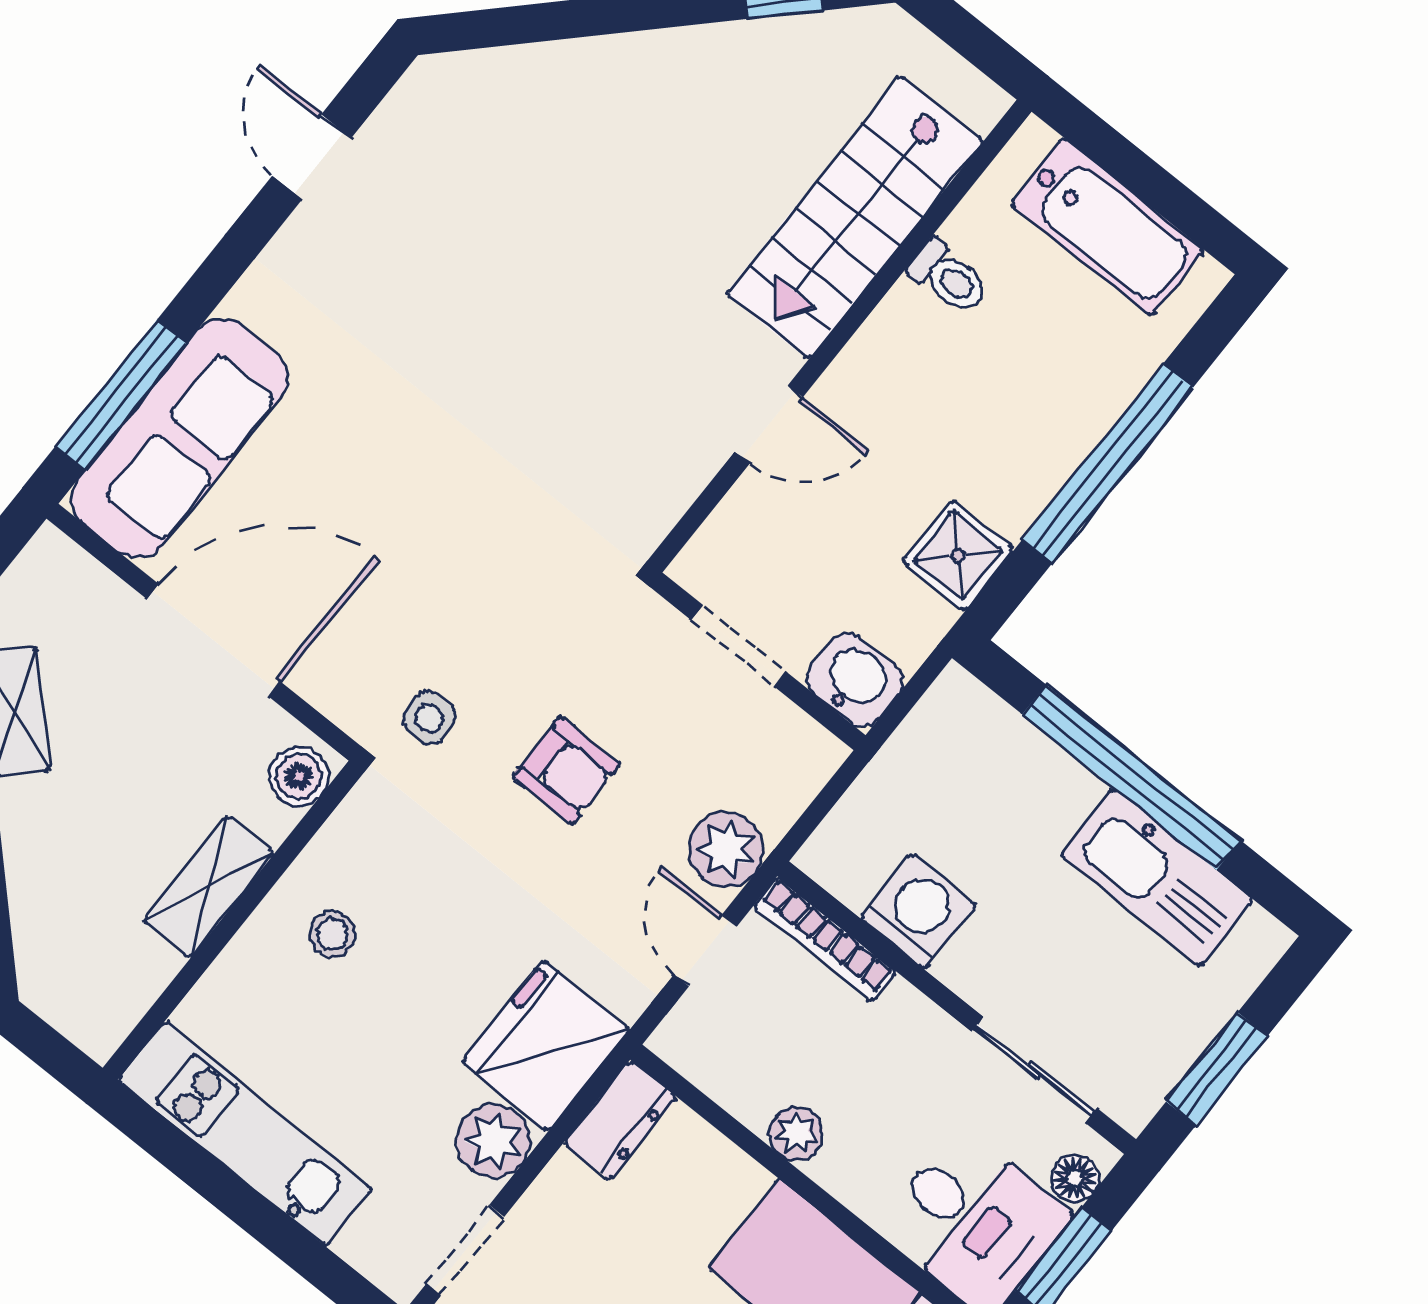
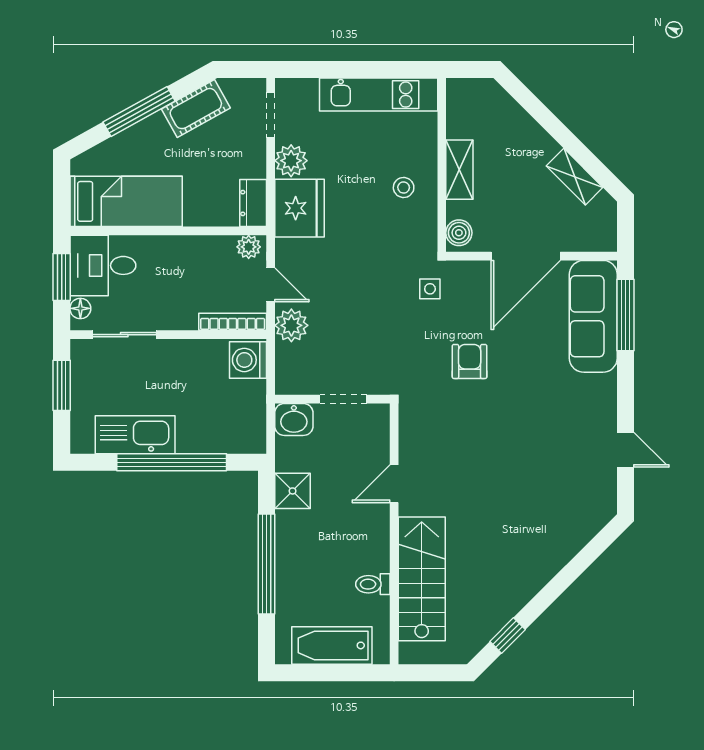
armchair: (566, 770) -> (470, 361), moved, turned 90
washing machine: (918, 911) -> (248, 360), moved, turned 90
plant: (796, 1134) -> (249, 247), moved

